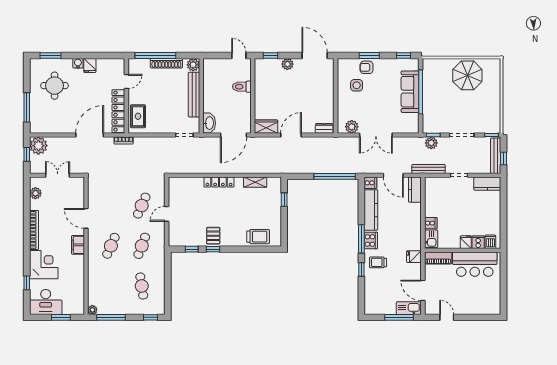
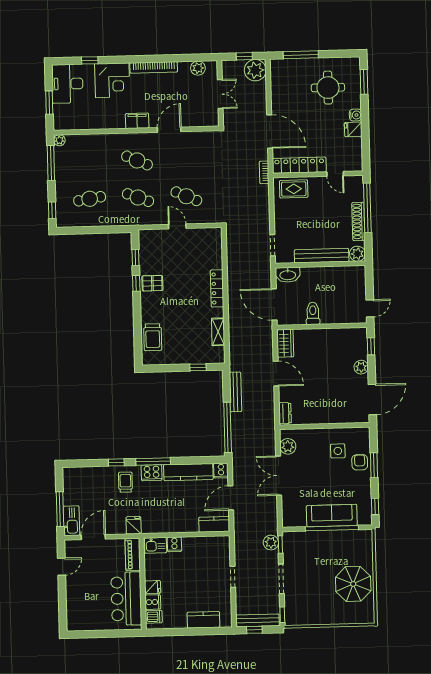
toilet: (242, 87) -> (313, 313), moved
bench: (428, 169) -> (236, 392), moved
kitchen counter: (487, 184) -> (203, 620), moved, turned 90

